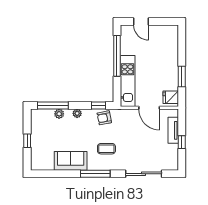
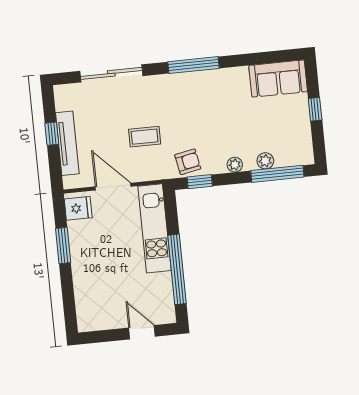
tv unit: (173, 130) -> (67, 143), width x1.41
coffee table: (106, 149) -> (145, 137), moved
sofa: (71, 161) -> (278, 79), moved

